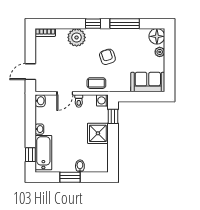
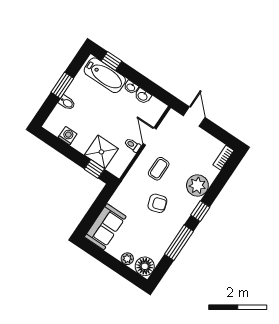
coffee table: (96, 83) -> (159, 169), moved
washing machine: (102, 100) -> (68, 136), moved
washbasin: (40, 101) -> (143, 96), moved
shower: (98, 133) -> (101, 152), moved

